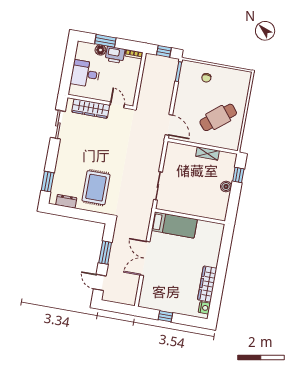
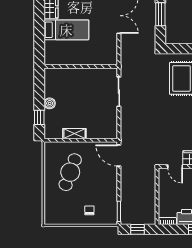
cafe table: (218, 117) -> (70, 172), turned -31
bed: (174, 225) -> (66, 30), moved, turned 180

